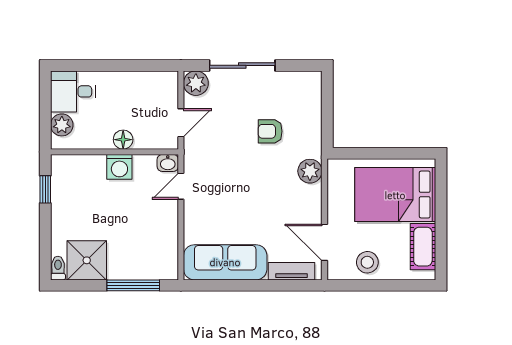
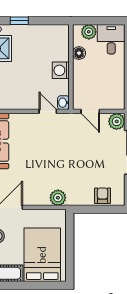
armchair: (270, 131) -> (103, 196), moved
floor lamp: (123, 140) -> (79, 53), moved
window: (45, 189) -> (19, 21), moved

